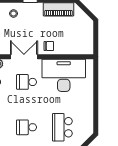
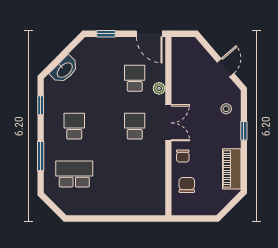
chair: (71, 43) -> (187, 185), added
desk: (64, 75) -> (144, 176), removed

